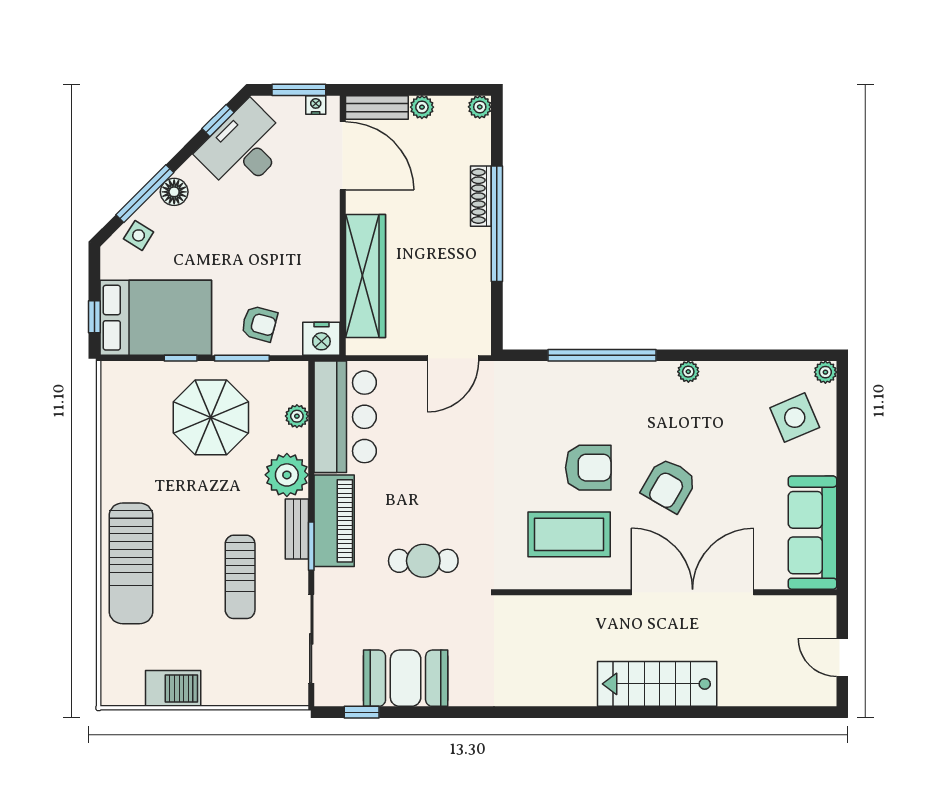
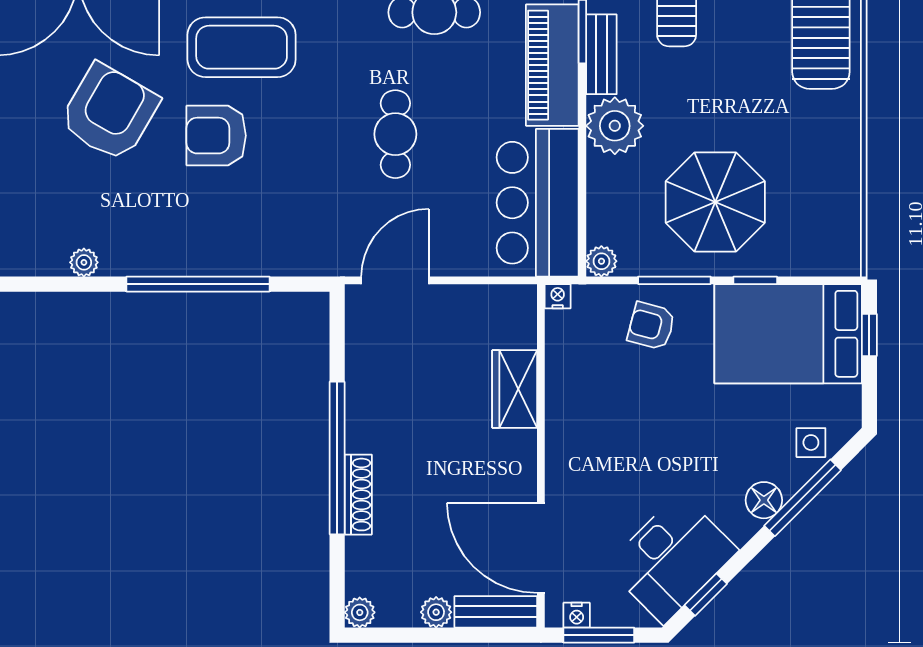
side table: (139, 235) -> (811, 443), turned -32
wardrobe: (366, 276) -> (515, 389), width x0.48, depth x0.85
nightstand: (321, 339) -> (558, 296), width x0.53, depth x0.56
plant: (297, 416) -> (601, 261), moved
cafe table: (453, 469) -> (395, 134), added
armchair: (669, 485) -> (109, 112), width x1.36, depth x1.36

